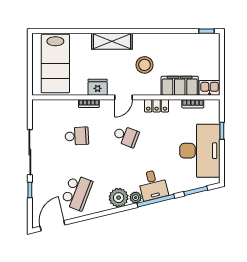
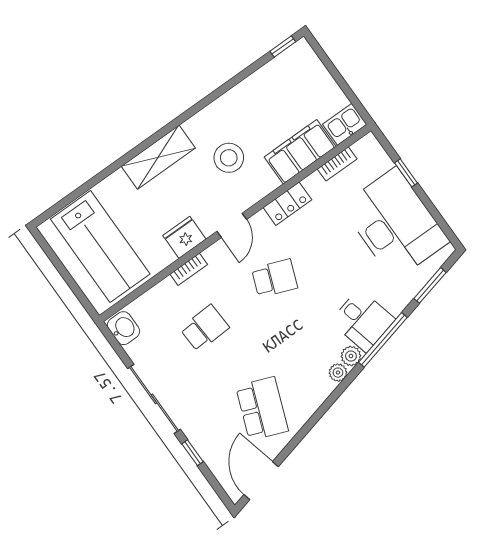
washbasin: (39, 109) -> (123, 328), added
plant: (119, 198) -> (338, 373), width x0.53, depth x0.53

